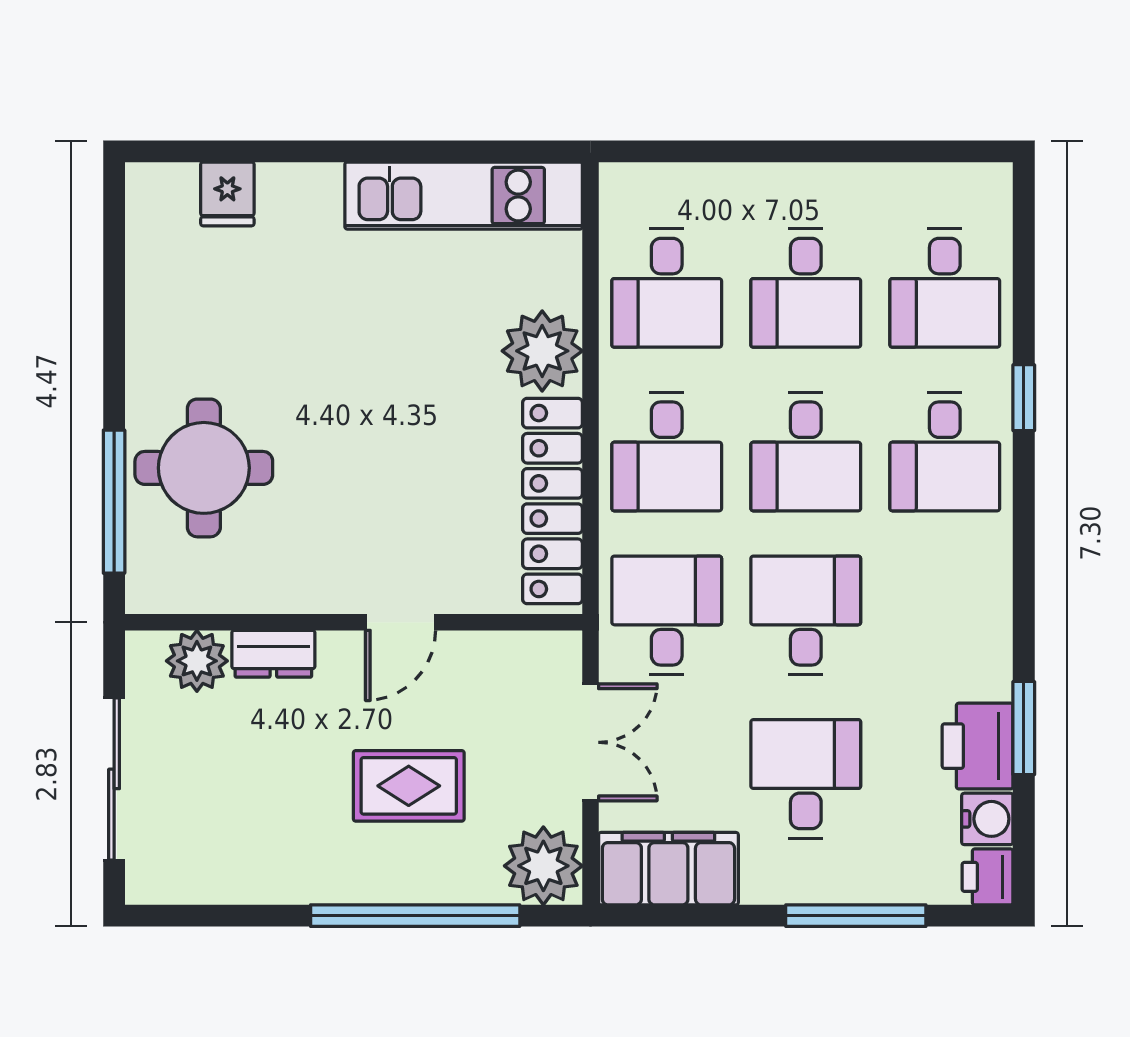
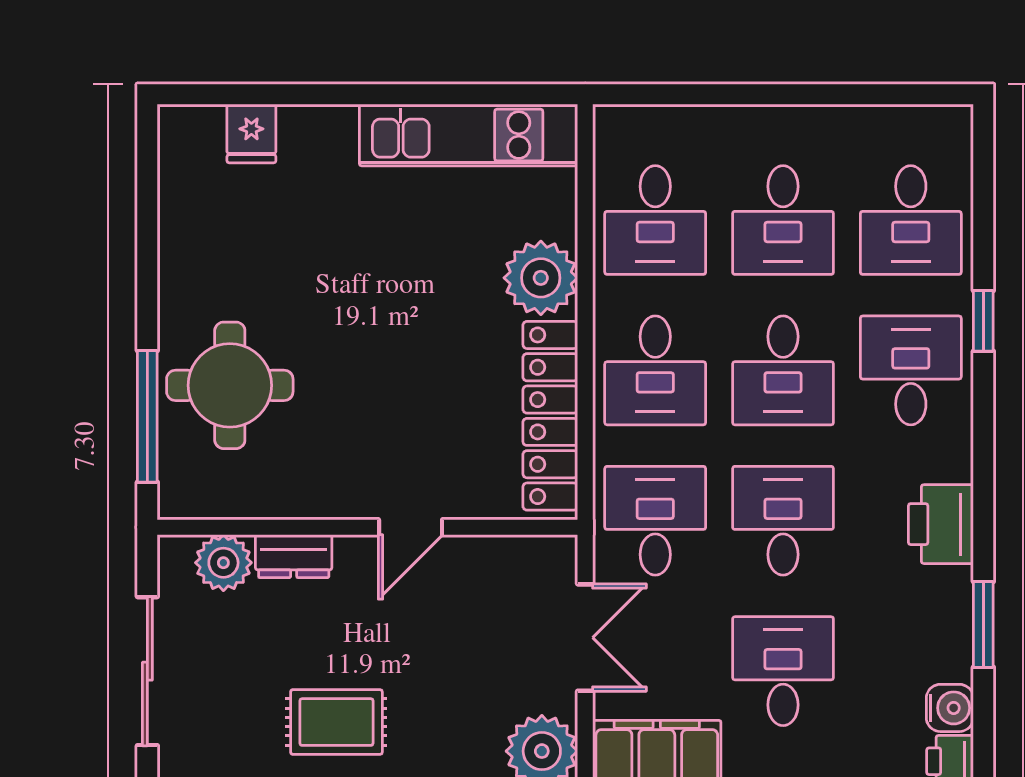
desk: (945, 452) -> (911, 370), turned 180
printer: (978, 746) -> (941, 524), moved
rug: (409, 786) -> (336, 722), moved

